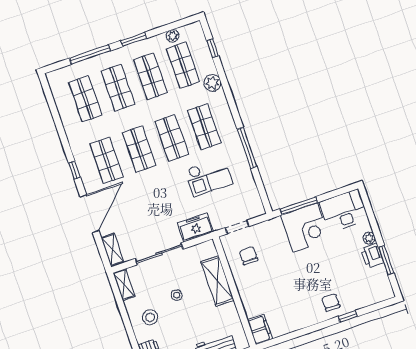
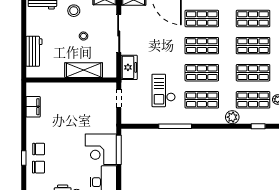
chair: (248, 256) -> (38, 167), moved
filing cabinet: (260, 330) -> (33, 107), moved, turned -90

